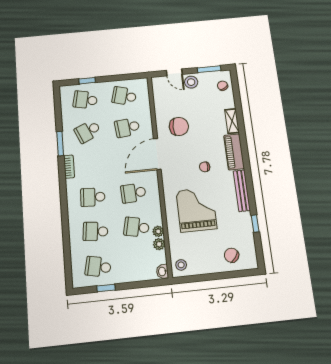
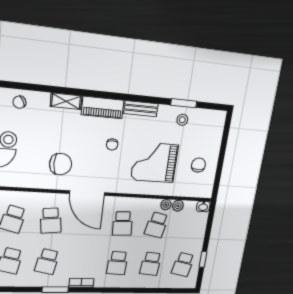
chair: (179, 126) -> (61, 164), turned 90
school desk: (88, 131) -> (47, 262), turned 36
bench: (242, 191) -> (141, 109), width x0.73
window: (255, 224) -> (184, 103), width x1.50
chair: (232, 255) -> (198, 165), moved, turned 142
stool: (181, 265) -> (182, 120), moved

